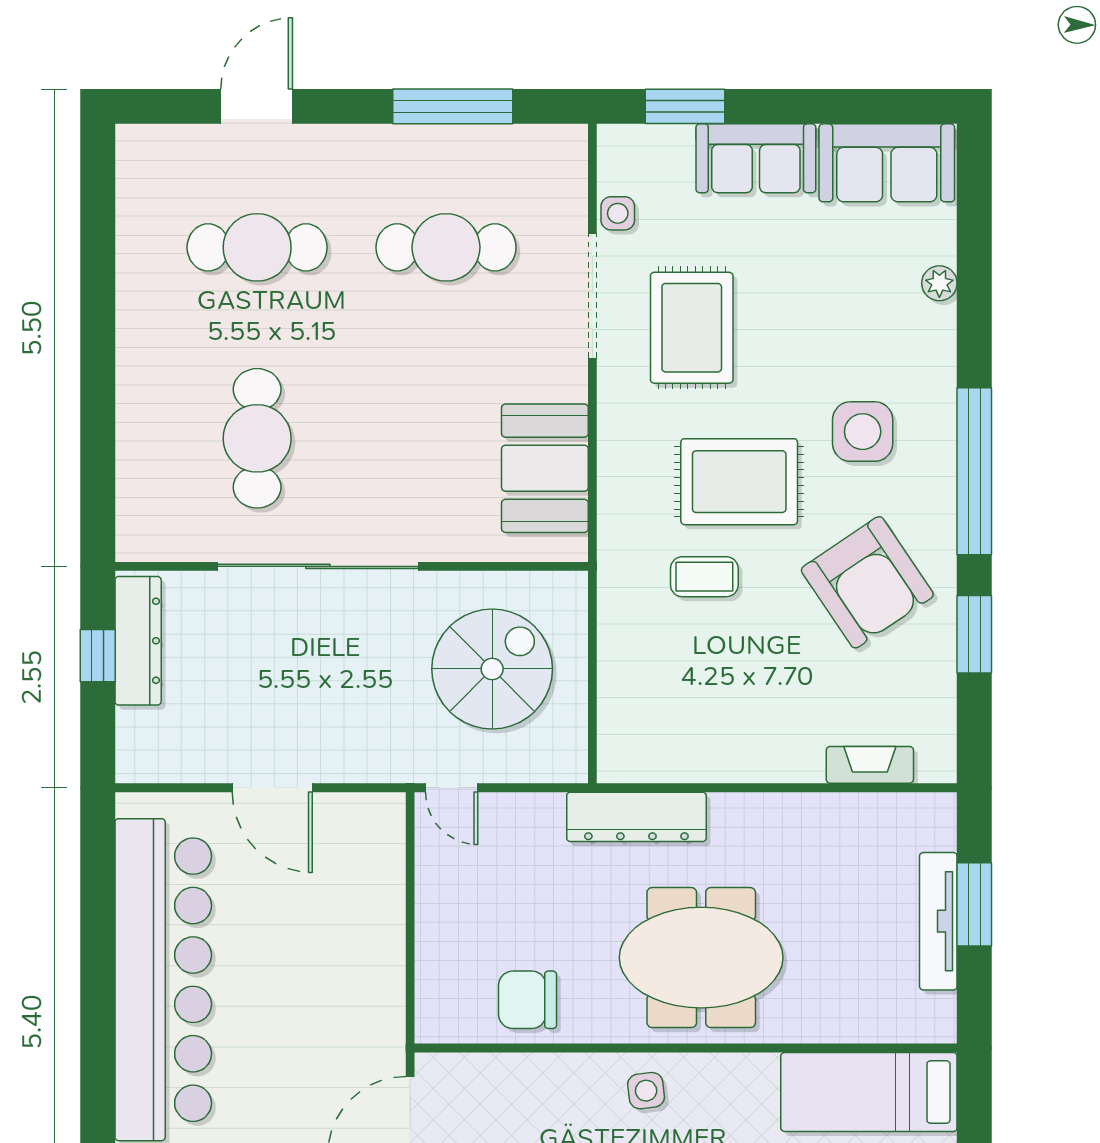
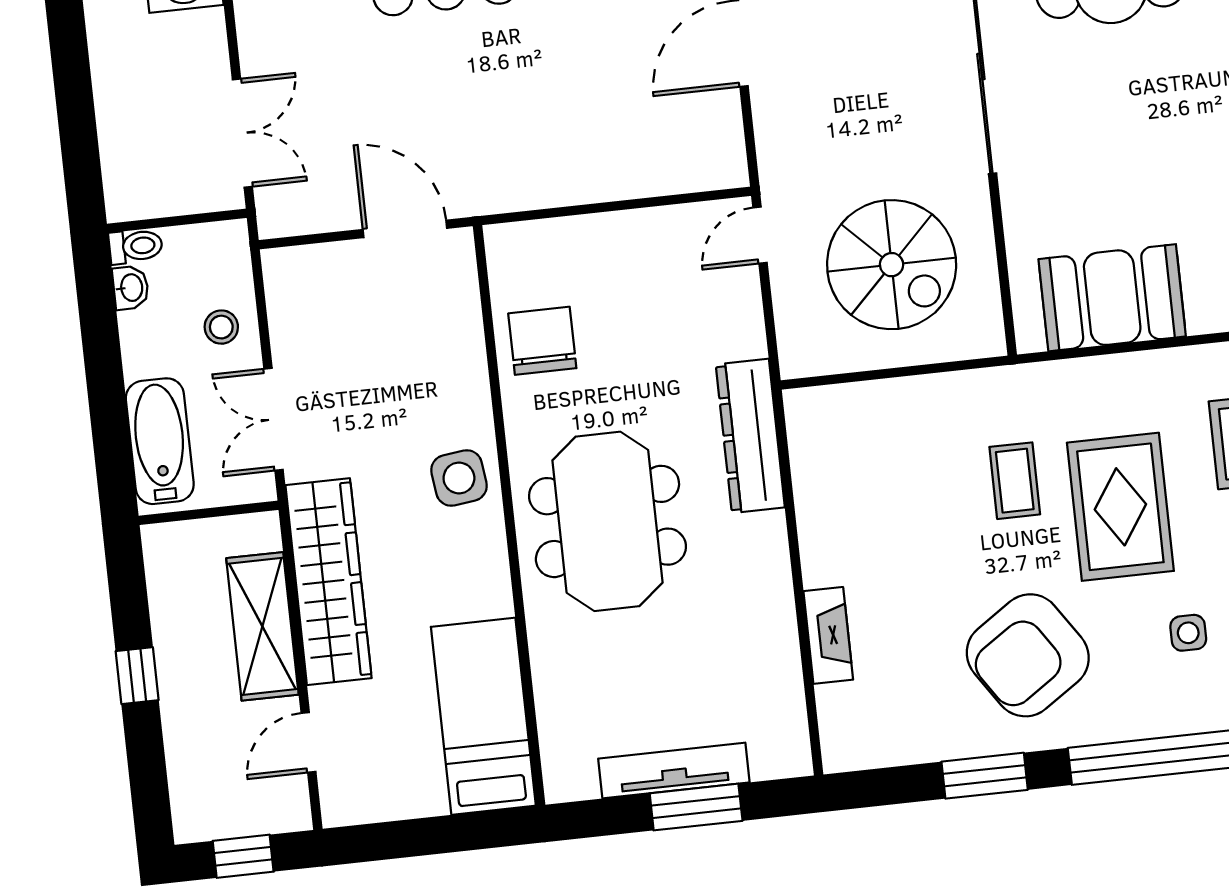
side table: (863, 432) -> (1188, 633), width x0.54, depth x0.54
fireplace: (870, 765) -> (828, 635), moved
side table: (646, 1091) -> (459, 478), width x1.37, depth x1.37

